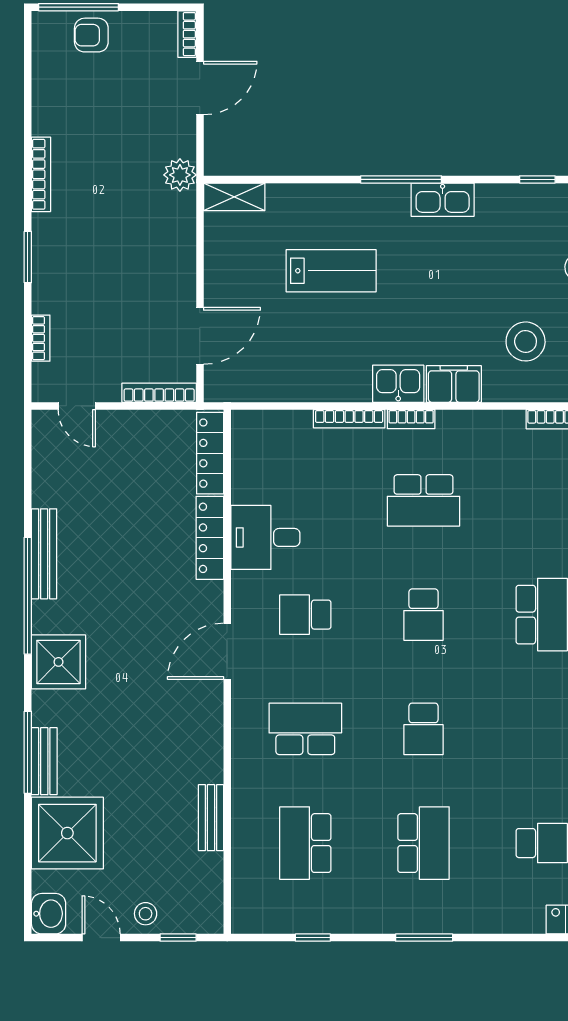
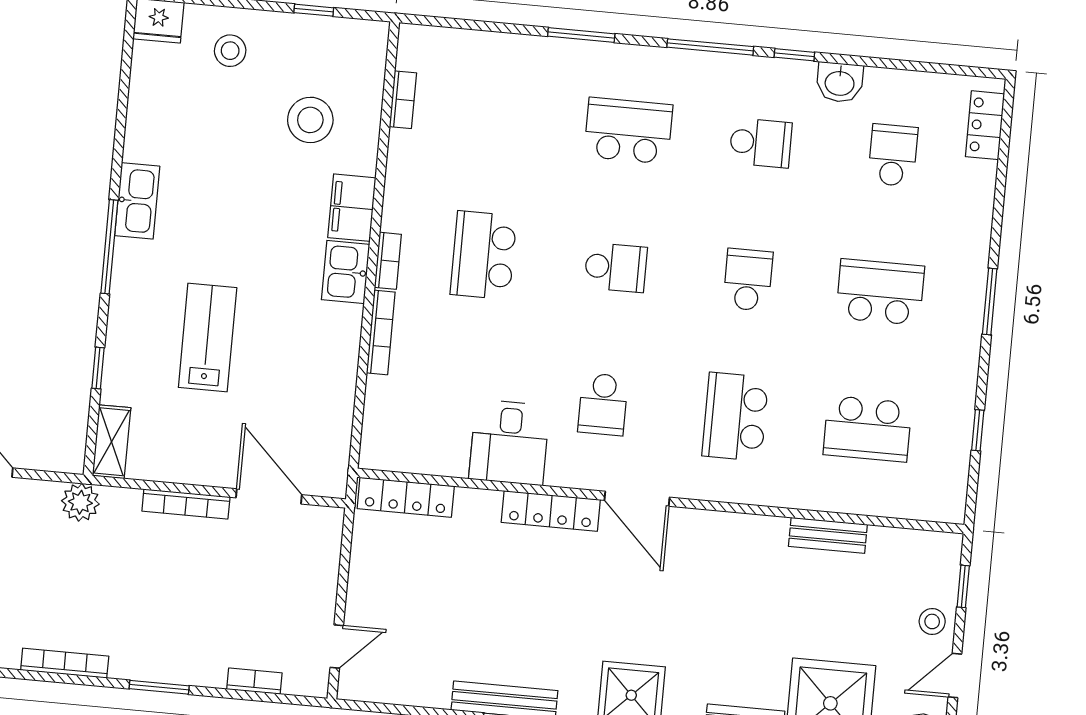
window: (537, 179) -> (98, 368), moved
bookcase: (159, 393) -> (186, 504), moved, turned -90
school desk: (424, 500) -> (483, 255), turned 180
locker: (210, 538) -> (551, 511), moved
school desk: (424, 729) -> (748, 280), turned -90
school desk: (542, 729) -> (761, 143), added

